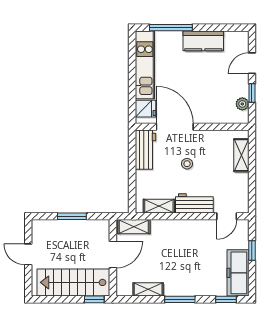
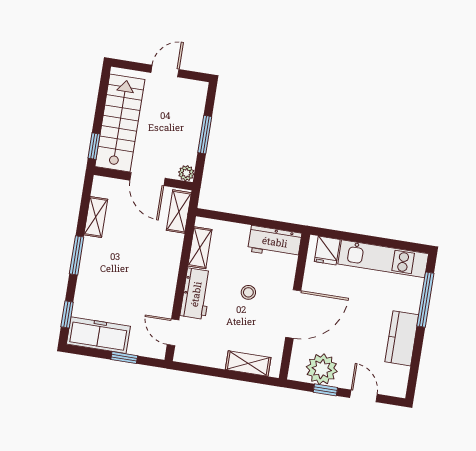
plant: (242, 104) -> (322, 369), width x1.88, depth x1.88
door: (175, 127) -> (293, 314), moved
plant: (104, 226) -> (186, 173), added

